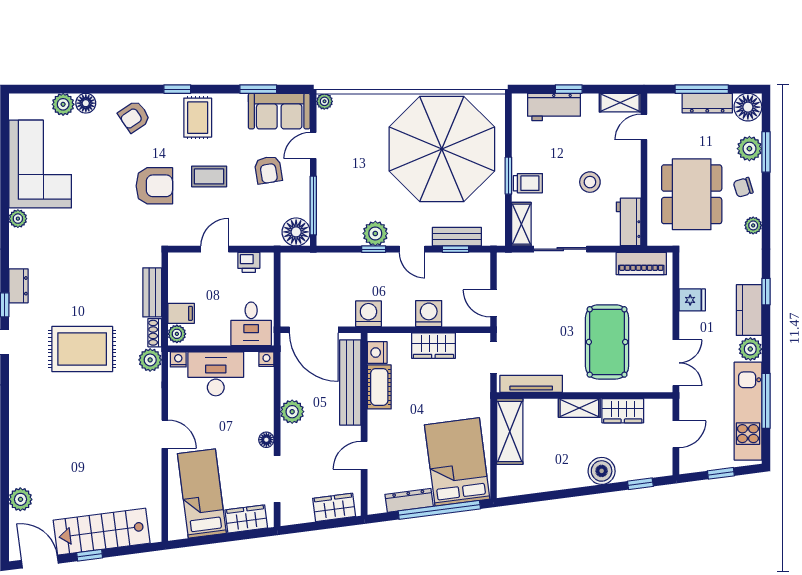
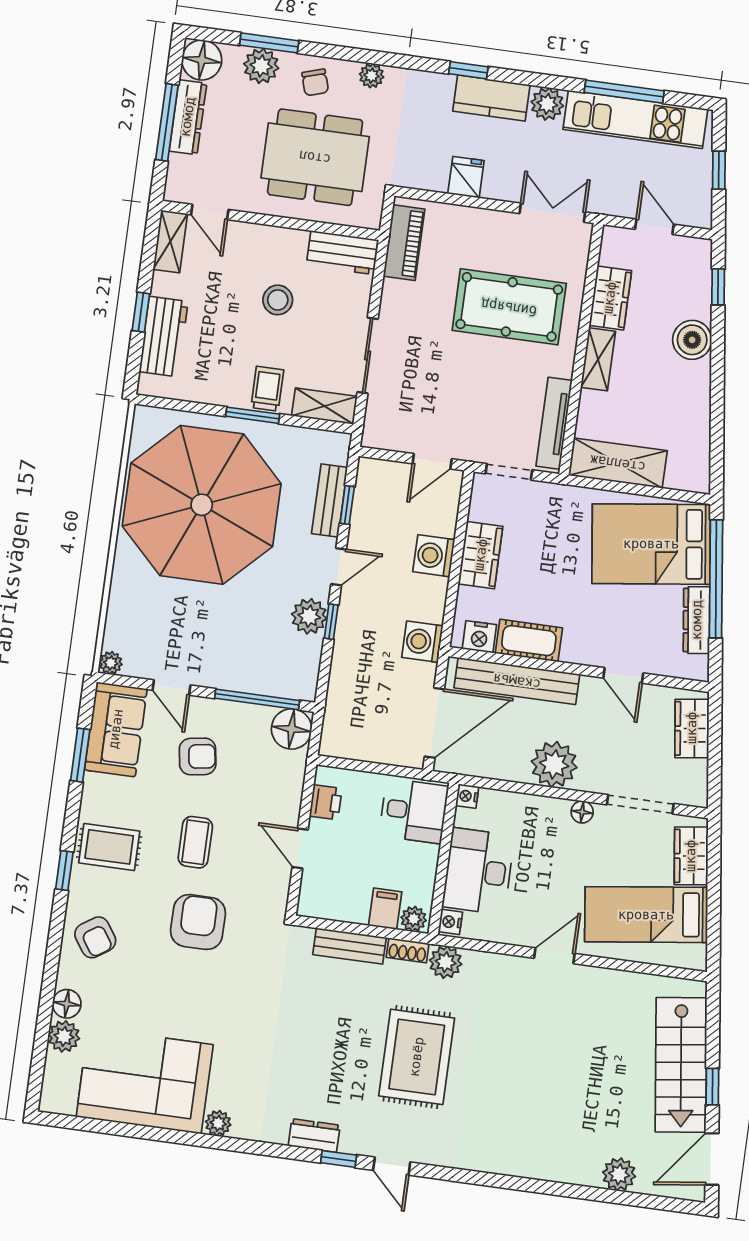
plant: (292, 412) -> (554, 764), width x1.36, depth x1.36

